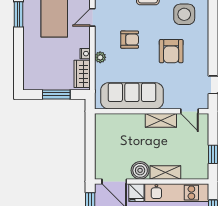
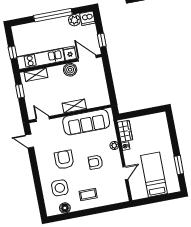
window: (56, 94) -> (141, 113), removed
shelving: (161, 120) -> (74, 106), moved
shelving: (165, 172) -> (36, 75), moved

